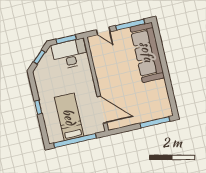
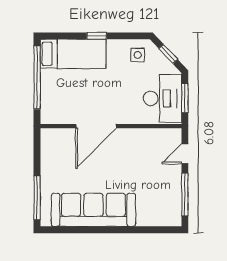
sofa: (147, 52) -> (93, 210), moved
side table: (45, 77) -> (138, 55), added
door: (102, 110) -> (96, 126), moved
bed: (69, 117) -> (73, 54), moved

